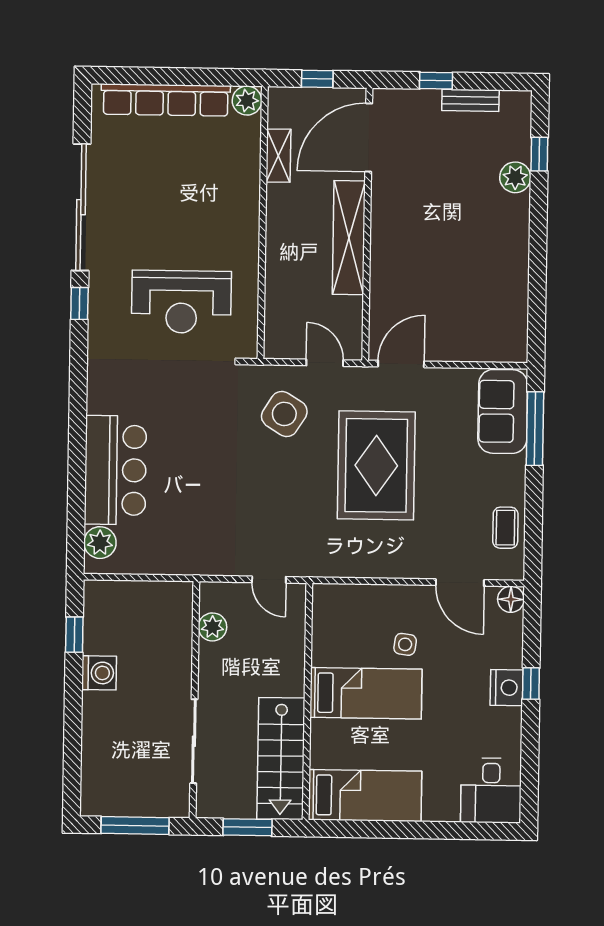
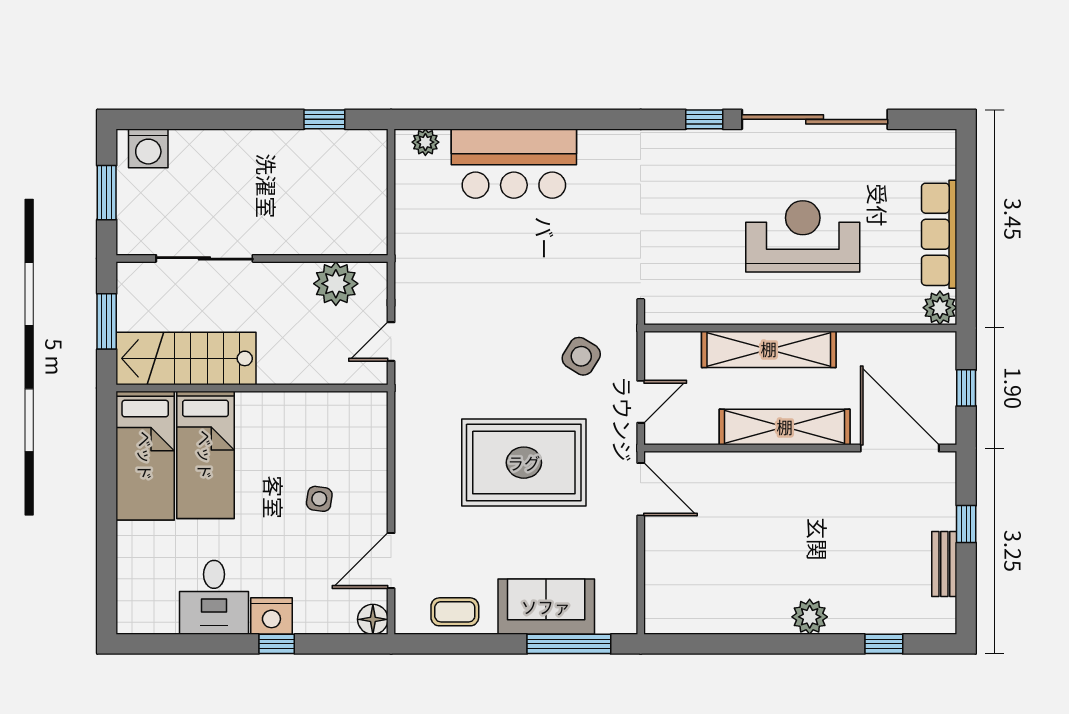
row of seats: (166, 100) -> (939, 234), width x0.73
shelving: (278, 156) -> (769, 349), moved, width x2.20, depth x1.33
plant: (515, 177) -> (810, 617), moved
reception desk: (181, 302) -> (803, 236), moved, turned 90
sofa: (503, 411) -> (546, 607), moved
side table: (284, 414) -> (581, 356), width x0.73, depth x0.73
plant: (100, 543) -> (425, 142), width x0.73, depth x0.73
plant: (213, 627) -> (336, 284), width x1.36, depth x1.36
washing machine: (99, 673) -> (148, 148), moved
bed: (366, 693) -> (205, 455), moved
desk: (491, 790) -> (214, 597), moved, turned -90
window: (135, 826) -> (107, 193), width x0.69

